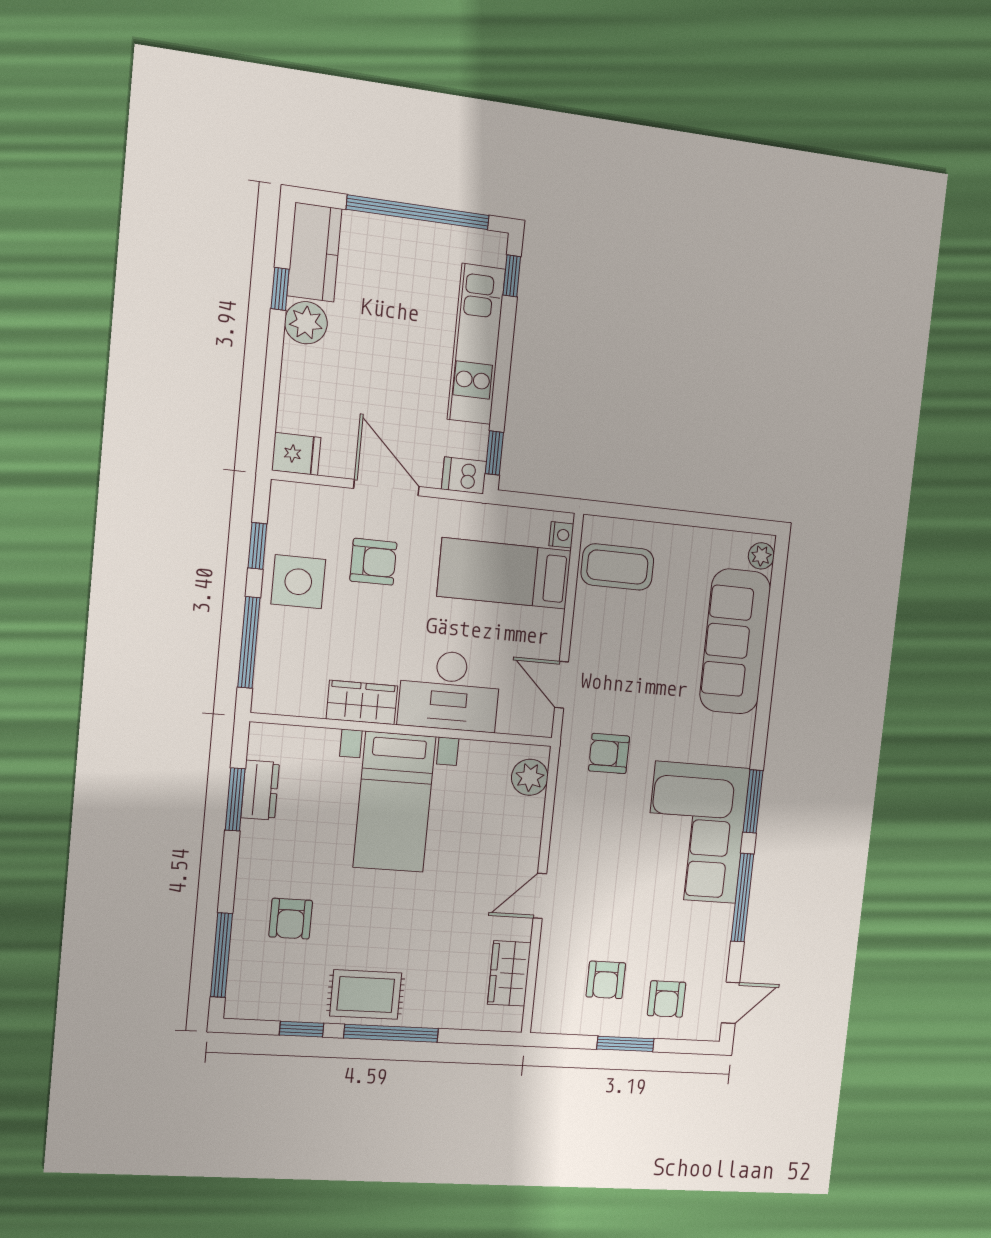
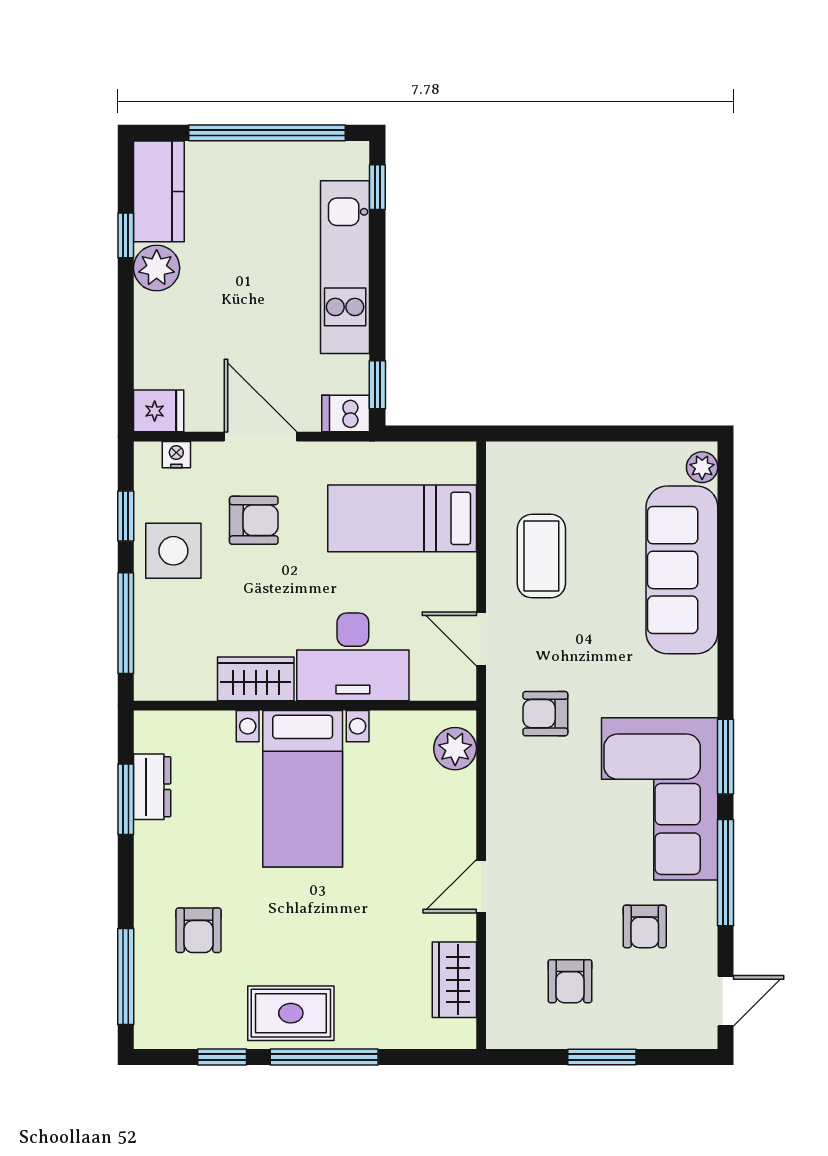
nightstand: (561, 535) -> (176, 455), moved, turned -90
coffee table: (617, 567) -> (541, 556), moved, turned 90
armchair: (667, 999) -> (645, 926), moved

